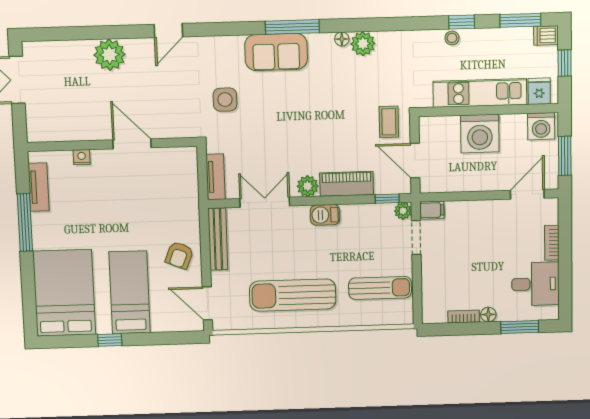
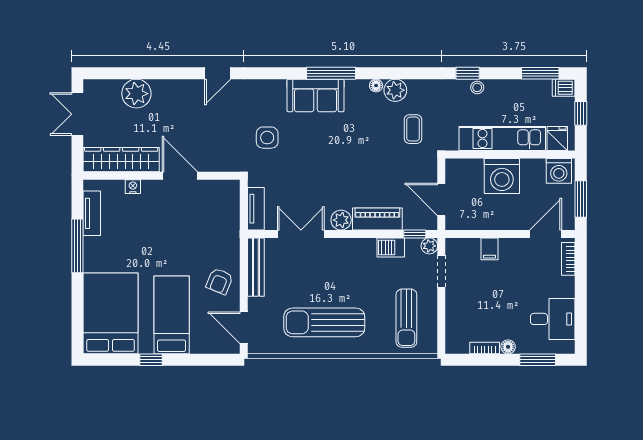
window: (462, 22) -> (468, 73), moved
plant: (109, 55) -> (136, 94), moved
coffee table: (389, 122) -> (413, 129), moved
wardrobe: (67, 128) -> (121, 160), added
filing cabinet: (432, 210) -> (489, 249), moved, turned 90
barbecue: (325, 215) -> (391, 247), moved
bookcase: (552, 243) -> (568, 259), moved
sun lounger: (380, 288) -> (406, 318), turned 90

